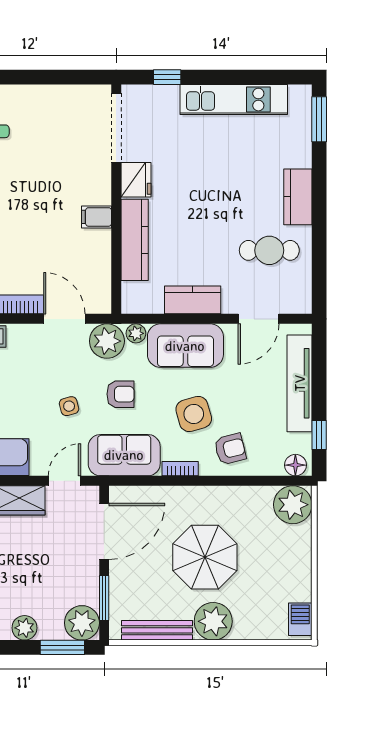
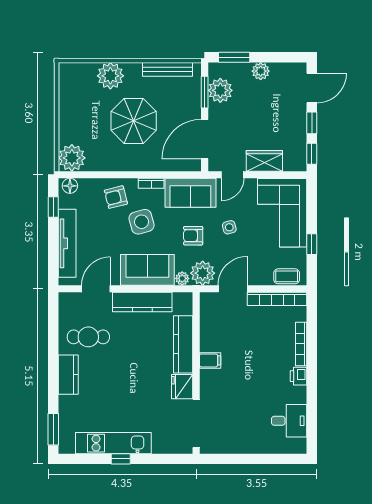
window: (167, 77) -> (121, 459), moved
kitchen counter: (193, 300) -> (142, 302), width x1.50
door: (64, 319) -> (233, 289), swing flipped
barbecue: (300, 619) -> (67, 77), removed
plant: (213, 621) -> (110, 76), moved
plant: (82, 623) -> (220, 90), moved

